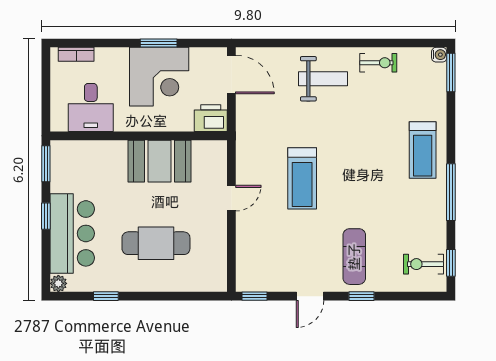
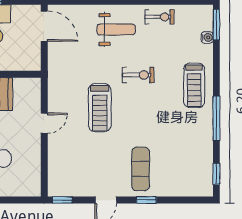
water cooler: (439, 55) -> (207, 37), moved
printer: (211, 118) -> (28, 60), removed
exercise bike: (424, 264) -> (138, 75), moved, turned 180

